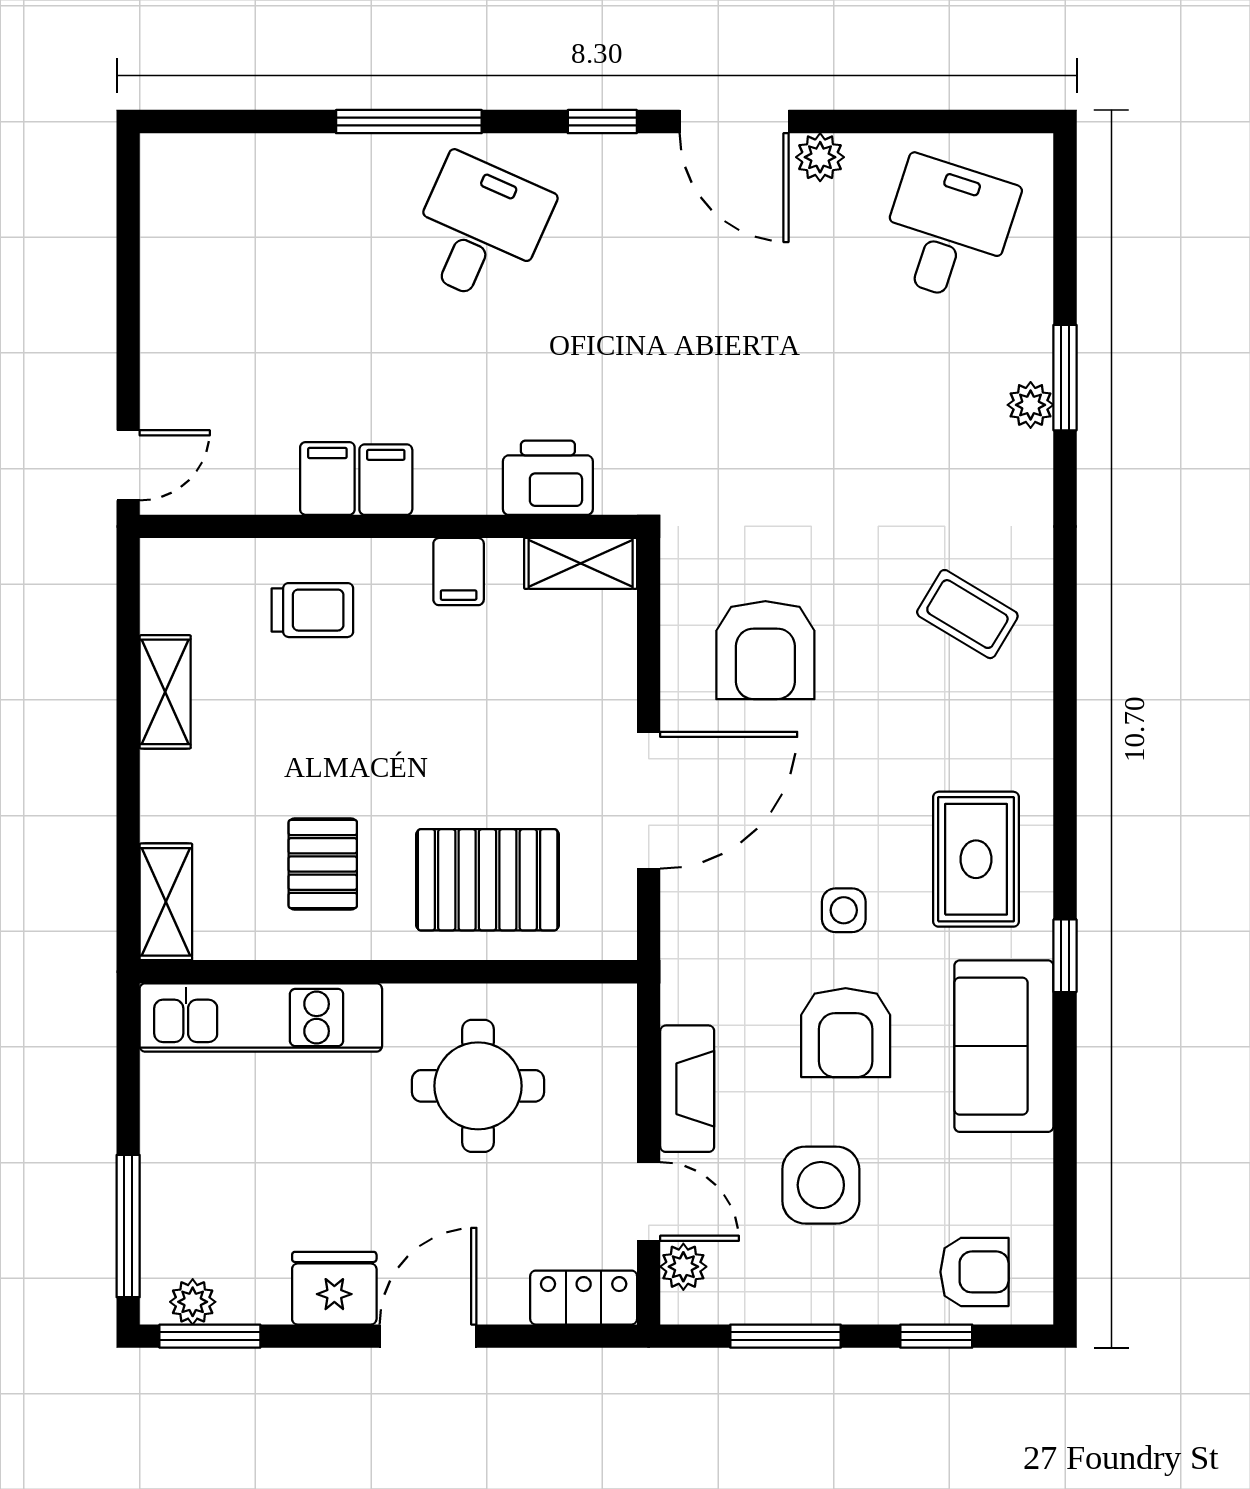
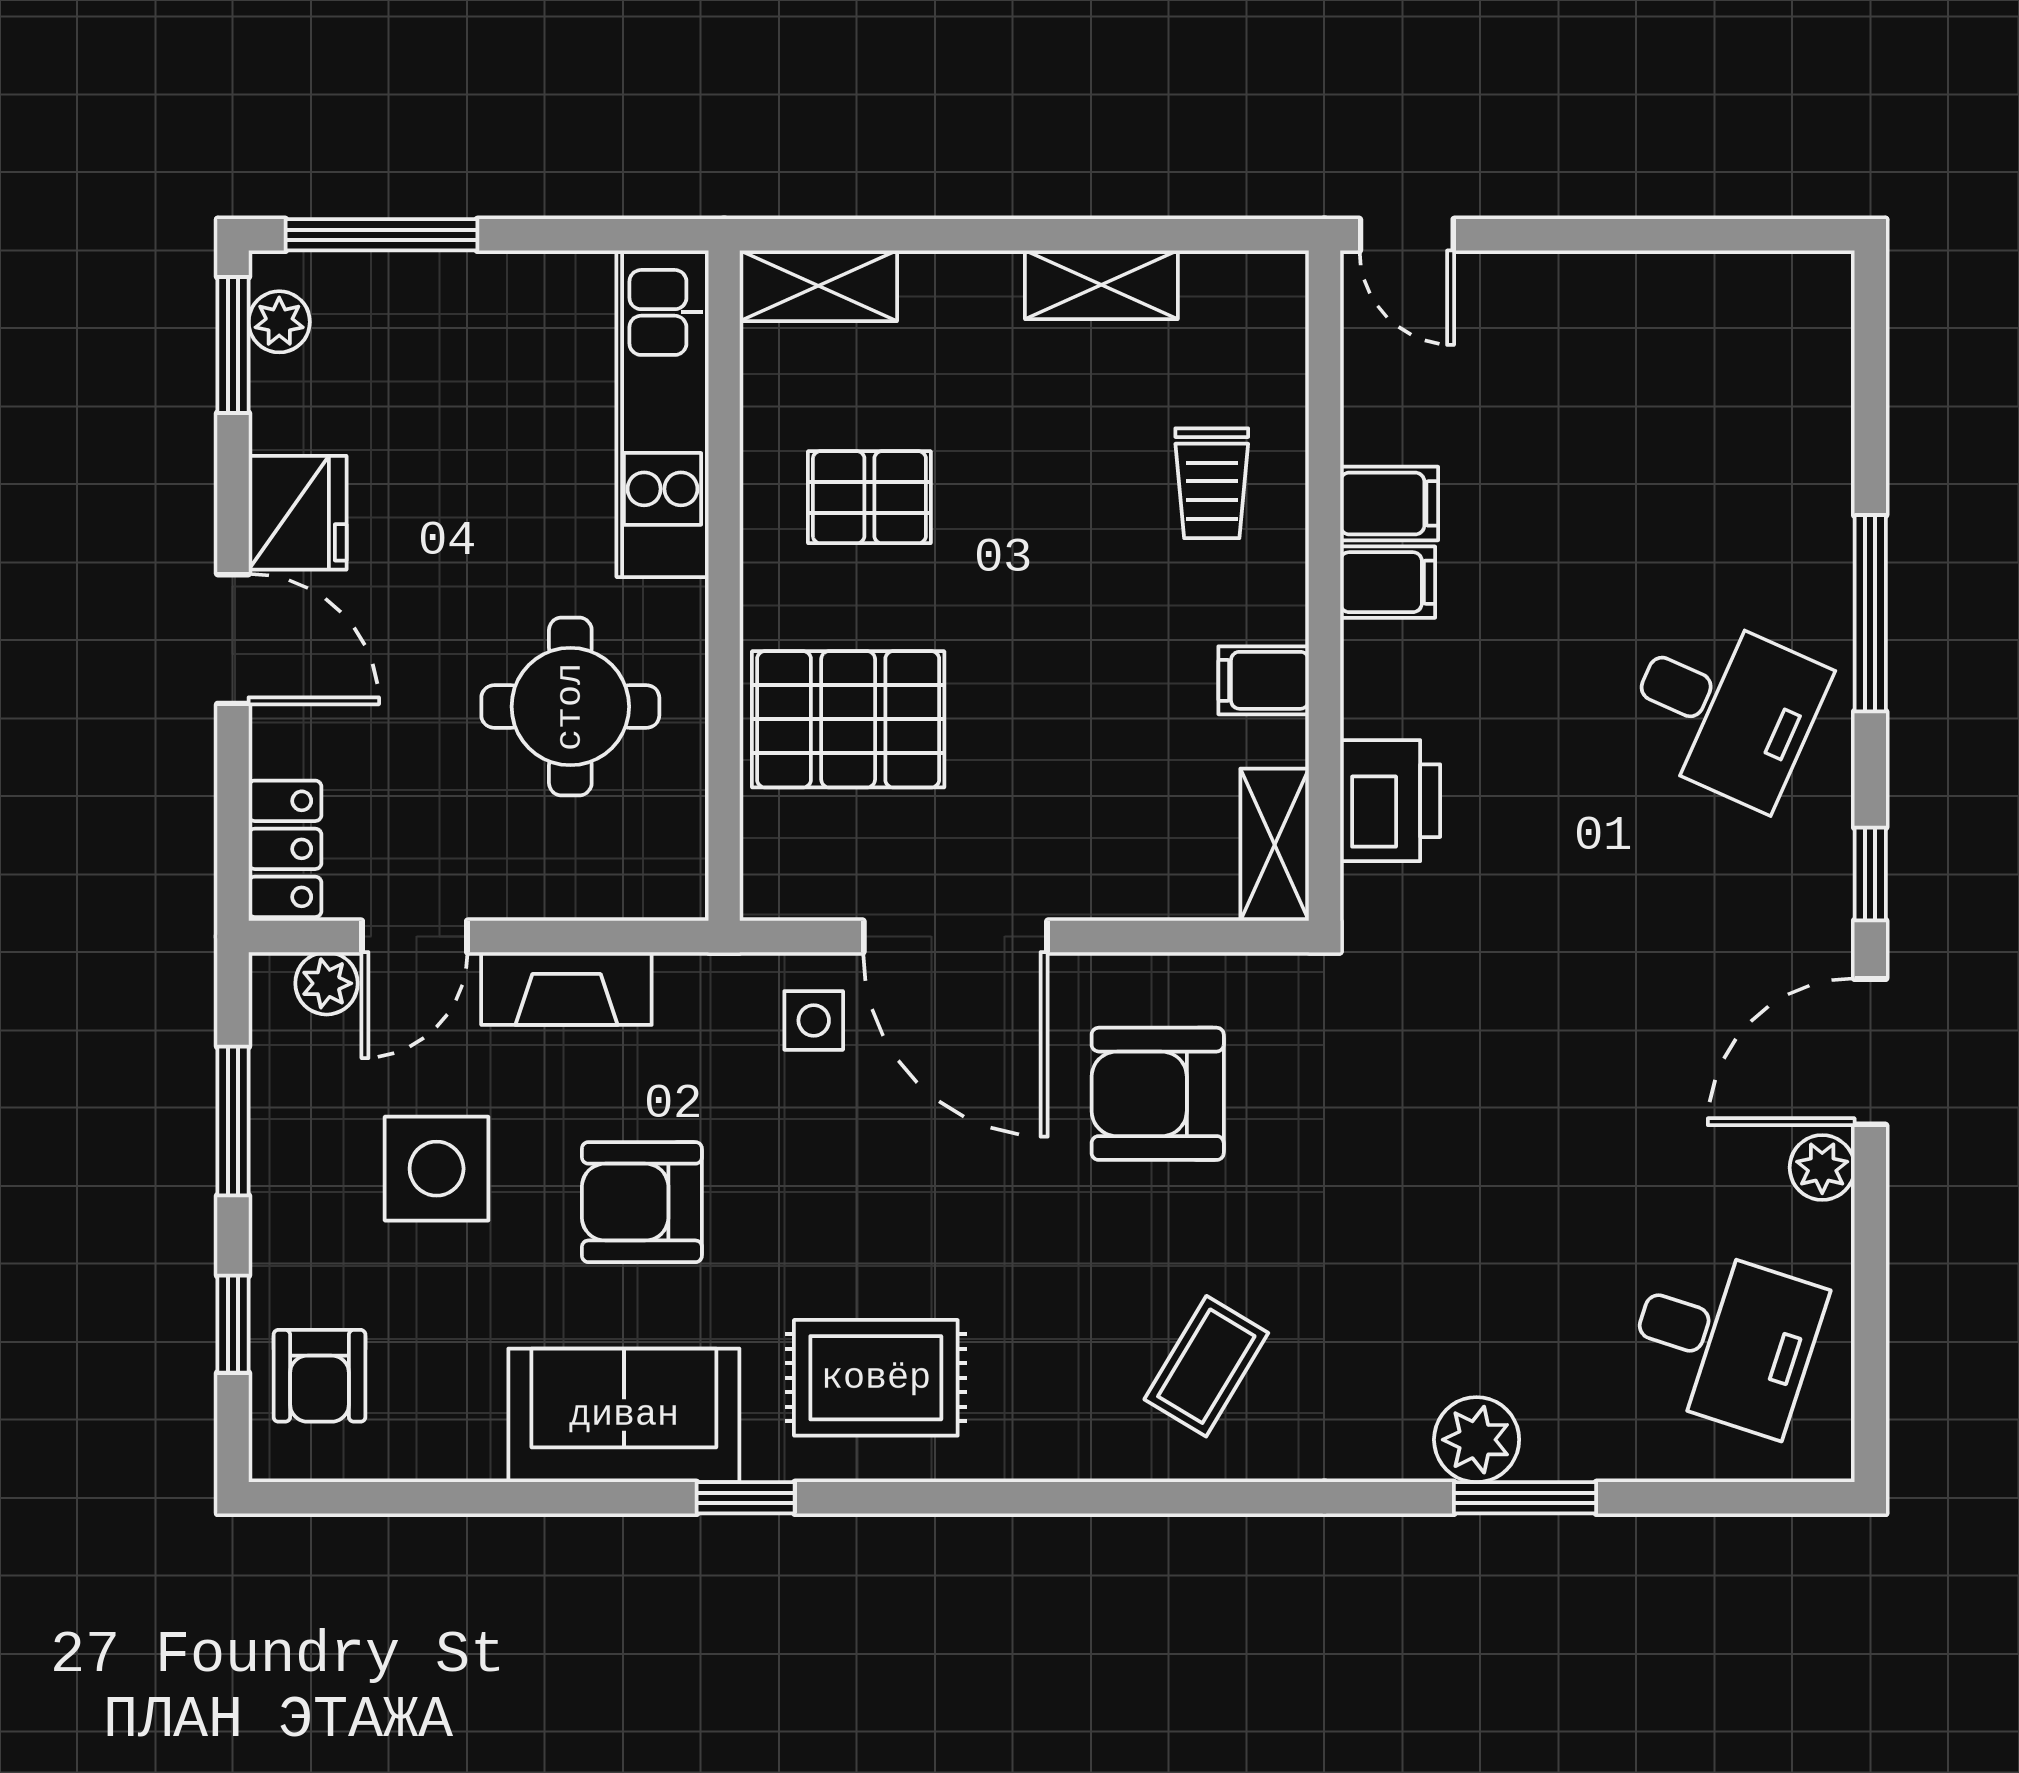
plant: (1031, 405) -> (1477, 1440), width x1.38, depth x1.38
pallet: (488, 880) -> (848, 719), turned 90
side table: (844, 910) -> (814, 1020), moved

